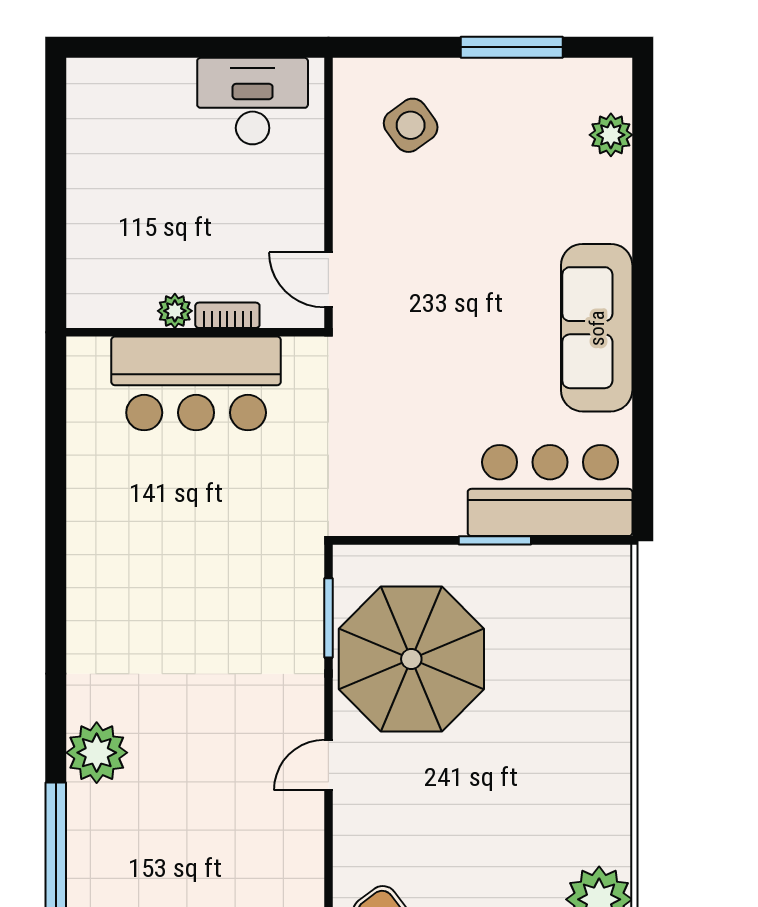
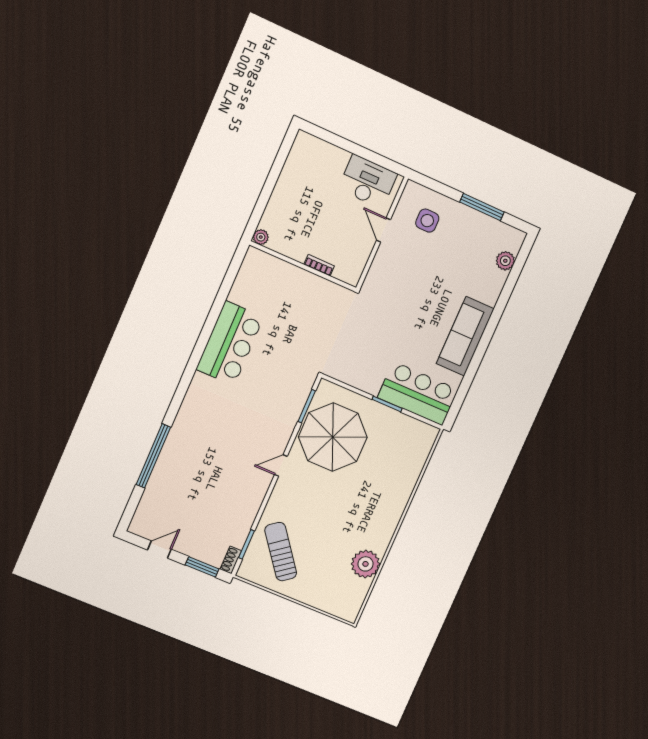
side table: (411, 125) -> (427, 221), turned 36
door: (328, 280) -> (383, 230), moved
plant: (175, 311) -> (261, 237), moved
bar counter: (196, 383) -> (230, 343), moved, turned -90
plant: (97, 753) -> (189, 420), removed

